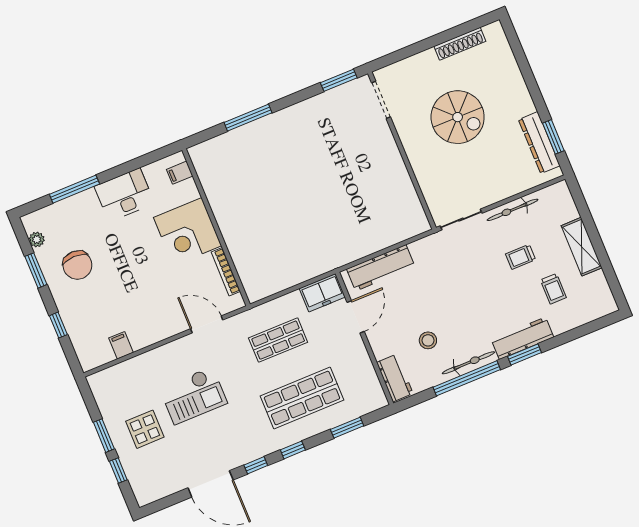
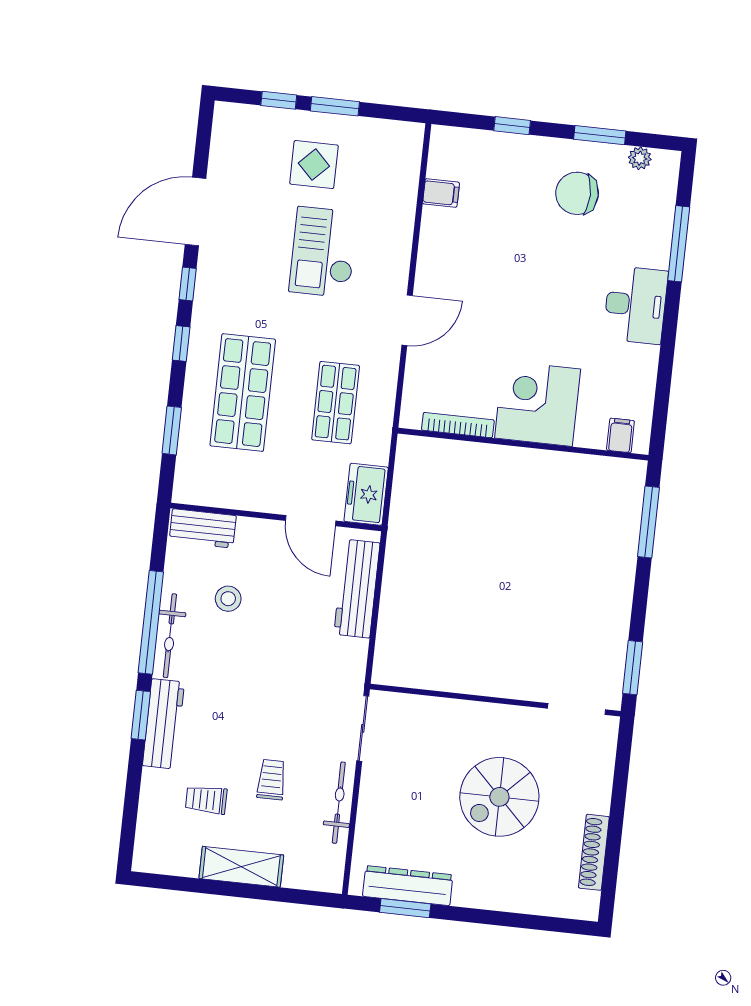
filing cabinet: (180, 173) -> (620, 435), moved
wall: (216, 227) -> (523, 444), moved
corner desk: (188, 232) -> (538, 404), moved
bookcase: (226, 272) -> (458, 425), moved

